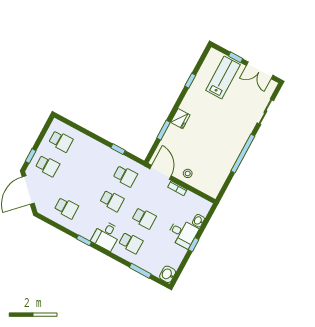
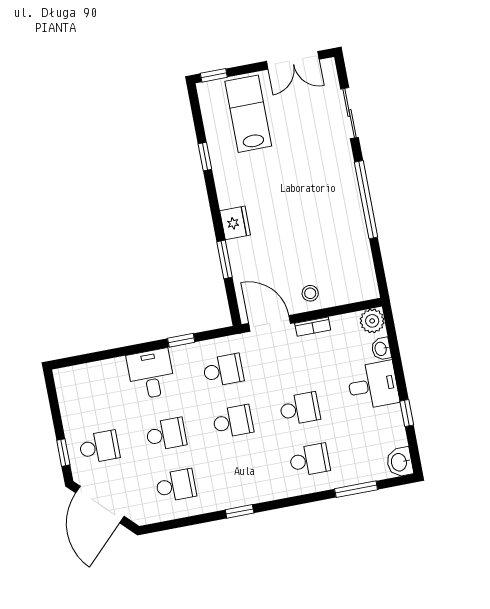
window: (236, 57) -> (214, 75), moved
school desk: (61, 141) -> (166, 434), moved
plant: (204, 206) -> (372, 321), added
desk: (106, 236) -> (151, 374), moved, turned 180
window: (194, 245) -> (407, 413), moved

